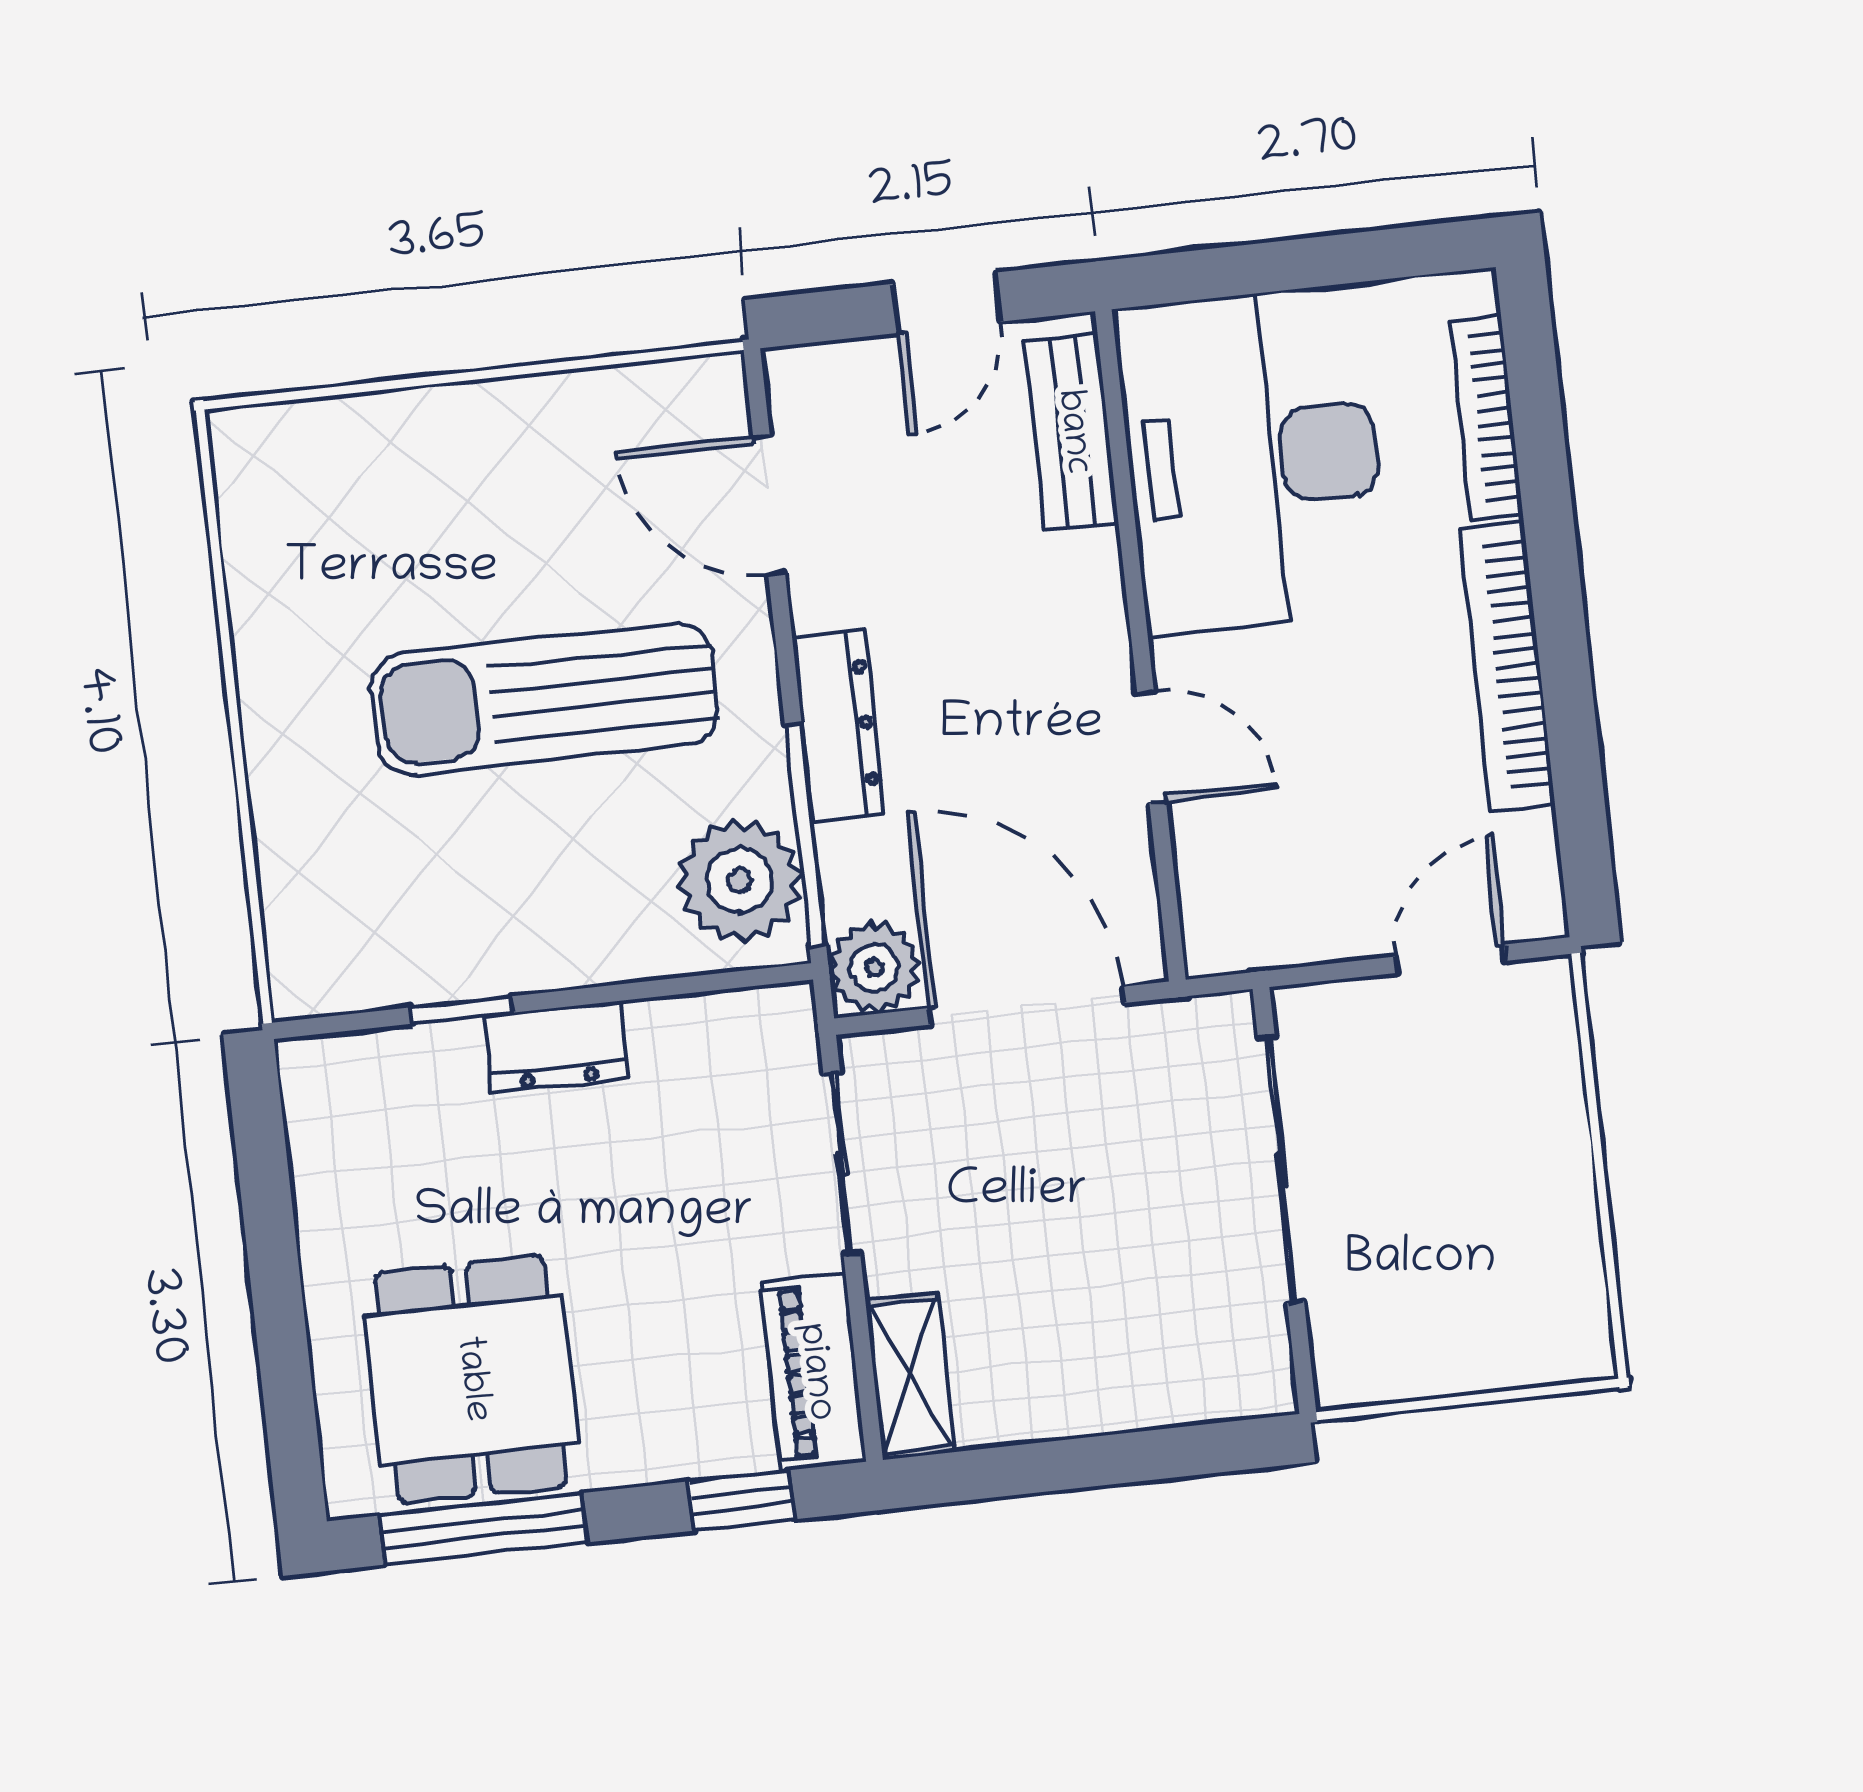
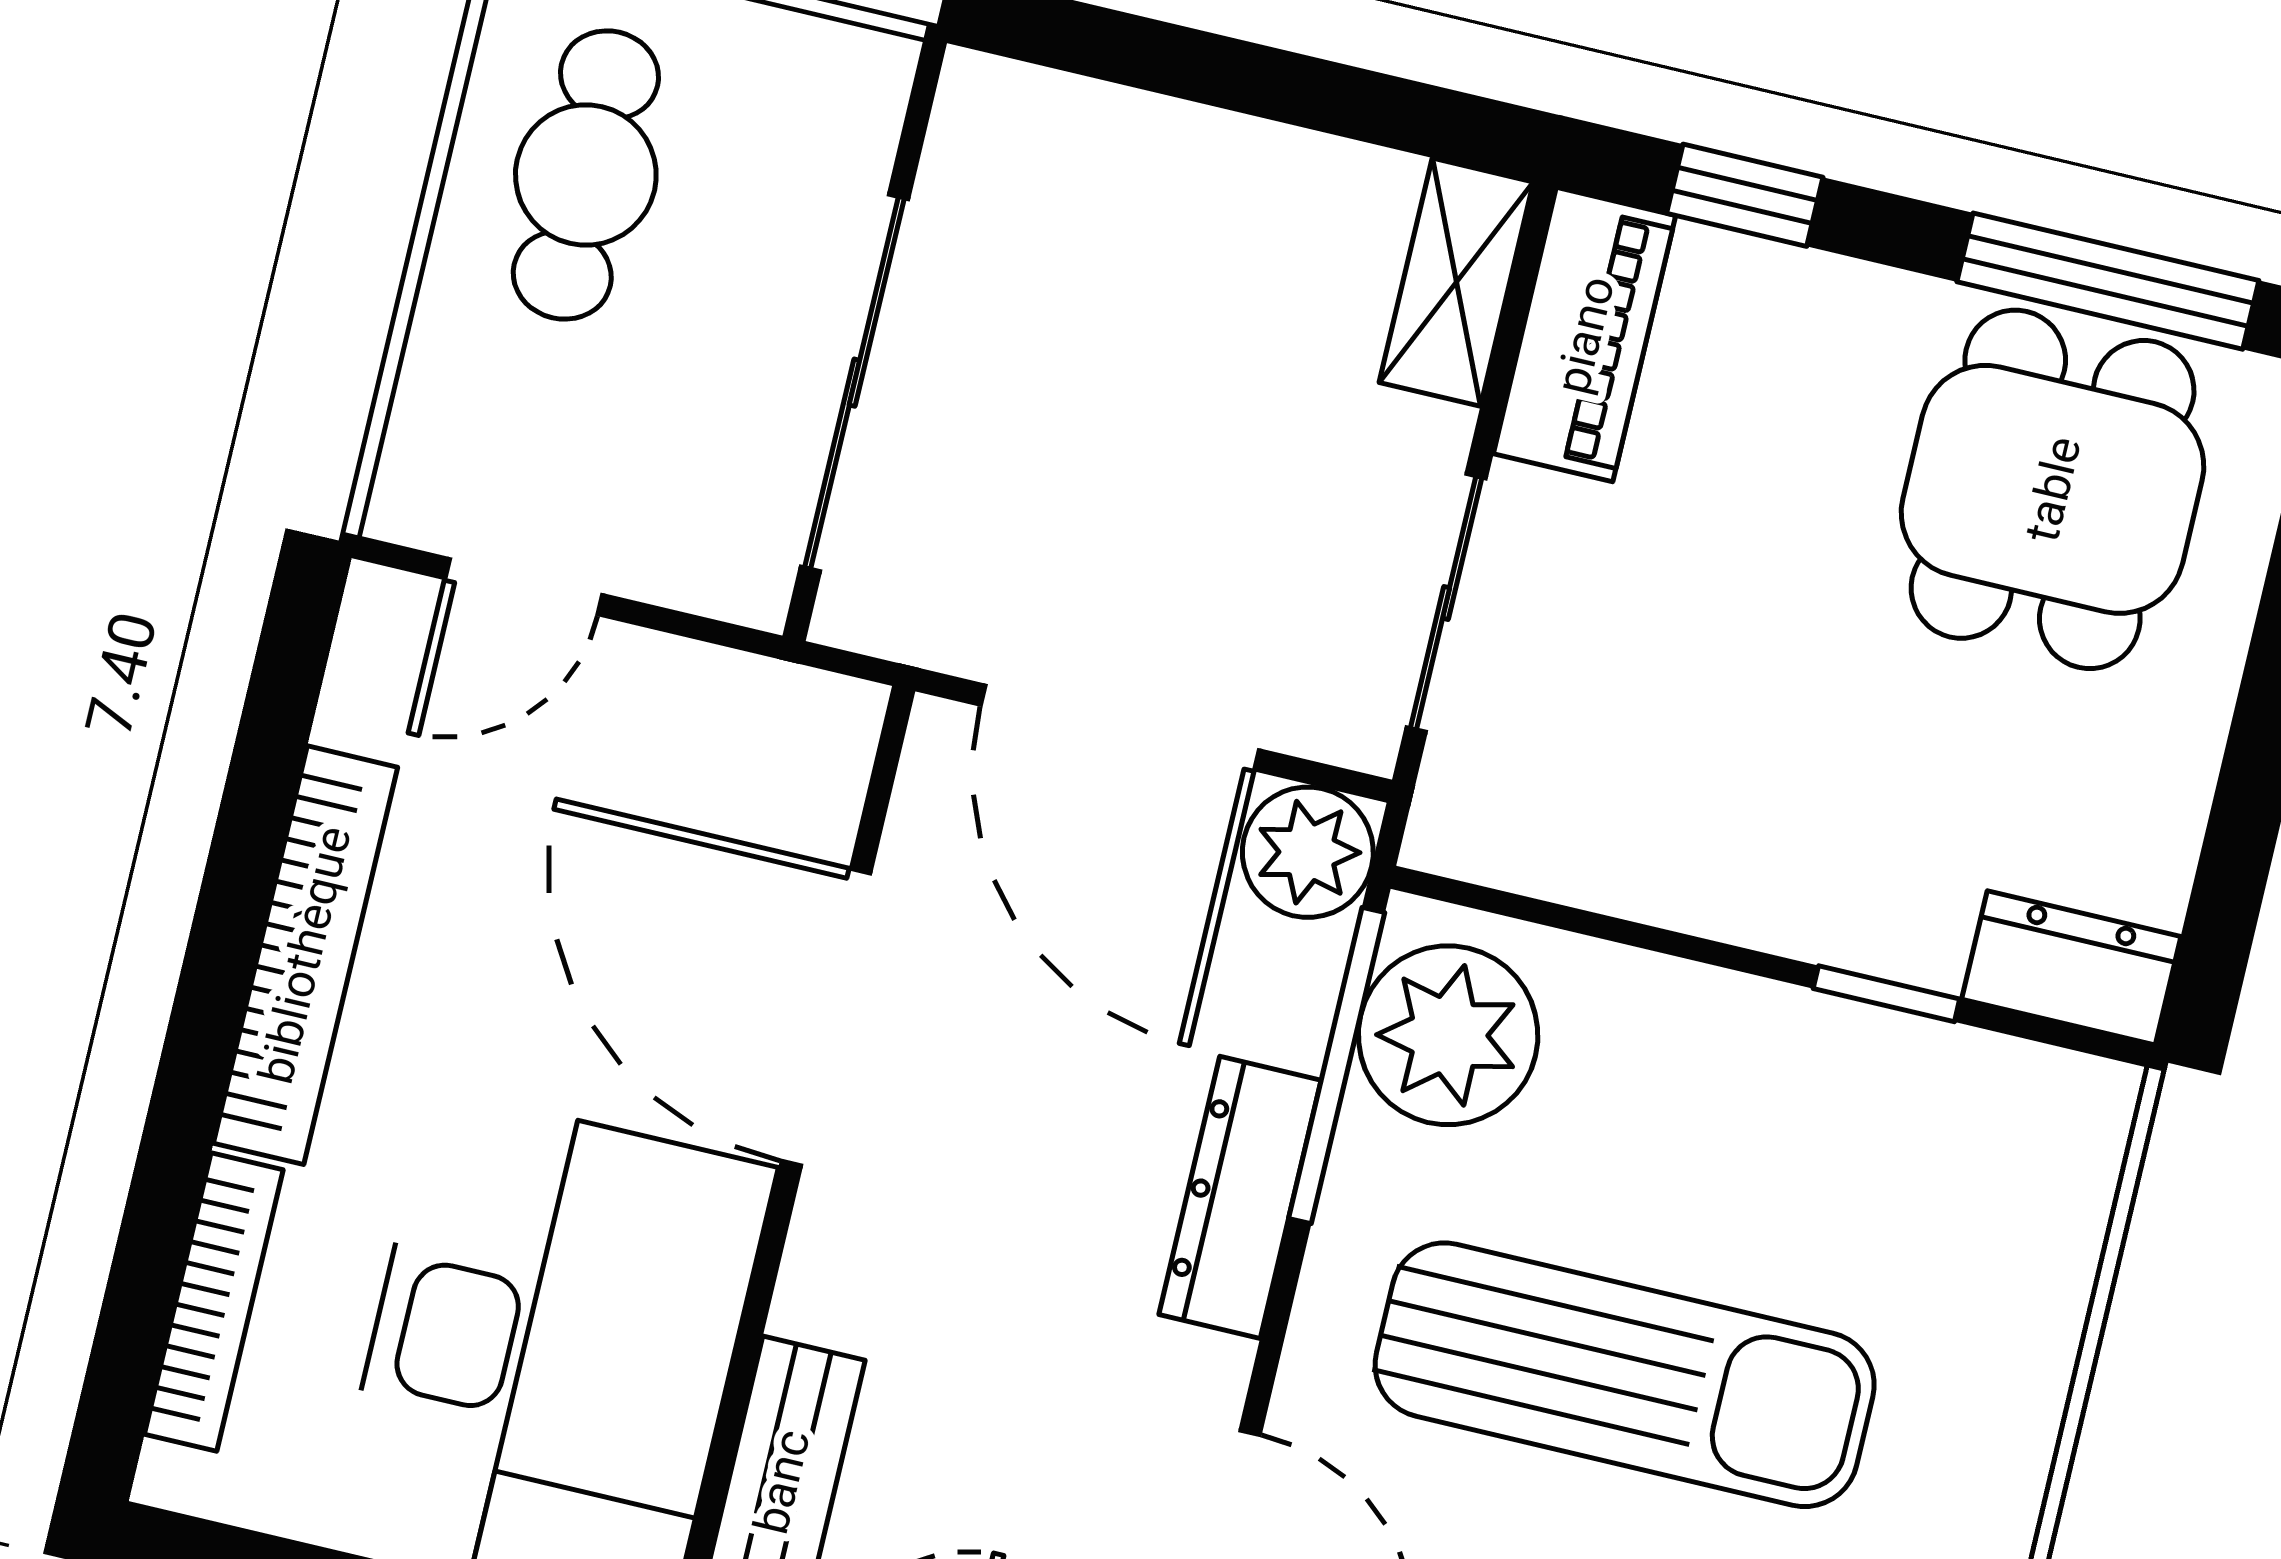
door: (1152, 747) -> (826, 1017), width x1.88
dresser: (556, 1047) -> (2071, 968), moved
cafe table: (1506, 1243) -> (586, 175), added

